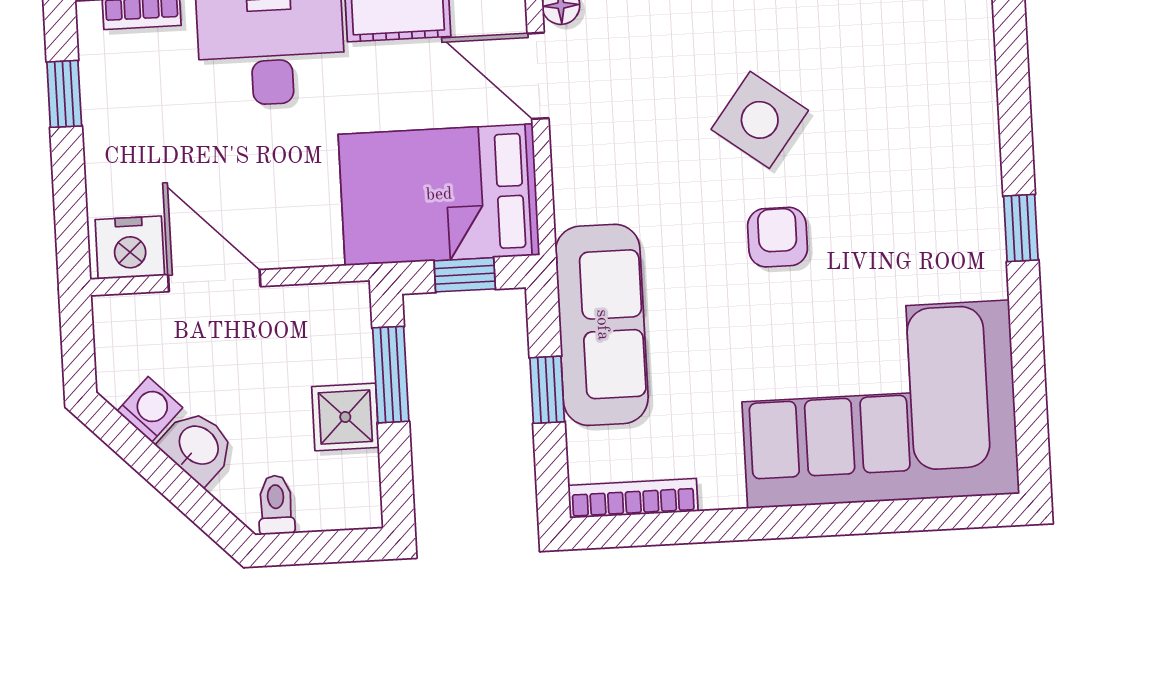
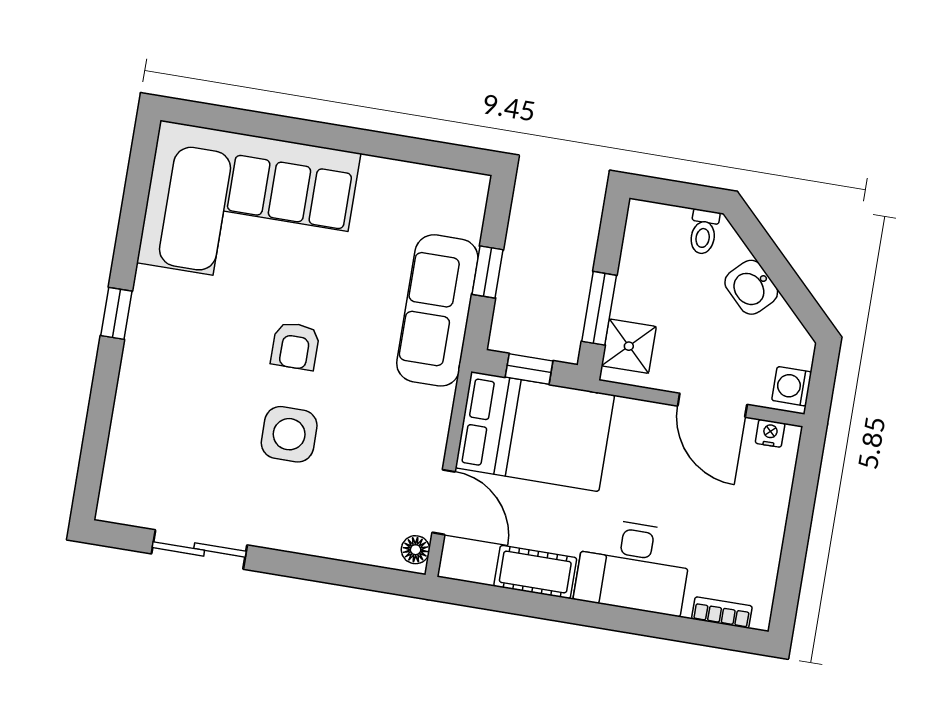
window: (64, 94) -> (791, 565), removed
side table: (760, 120) -> (289, 434), turned -37
nightstand: (130, 248) -> (770, 433), width x0.53, depth x0.56
washing machine: (150, 409) -> (792, 386), moved, turned 45
shower: (345, 417) -> (629, 346), moved
bookcase: (633, 498) -> (443, 179), removed

